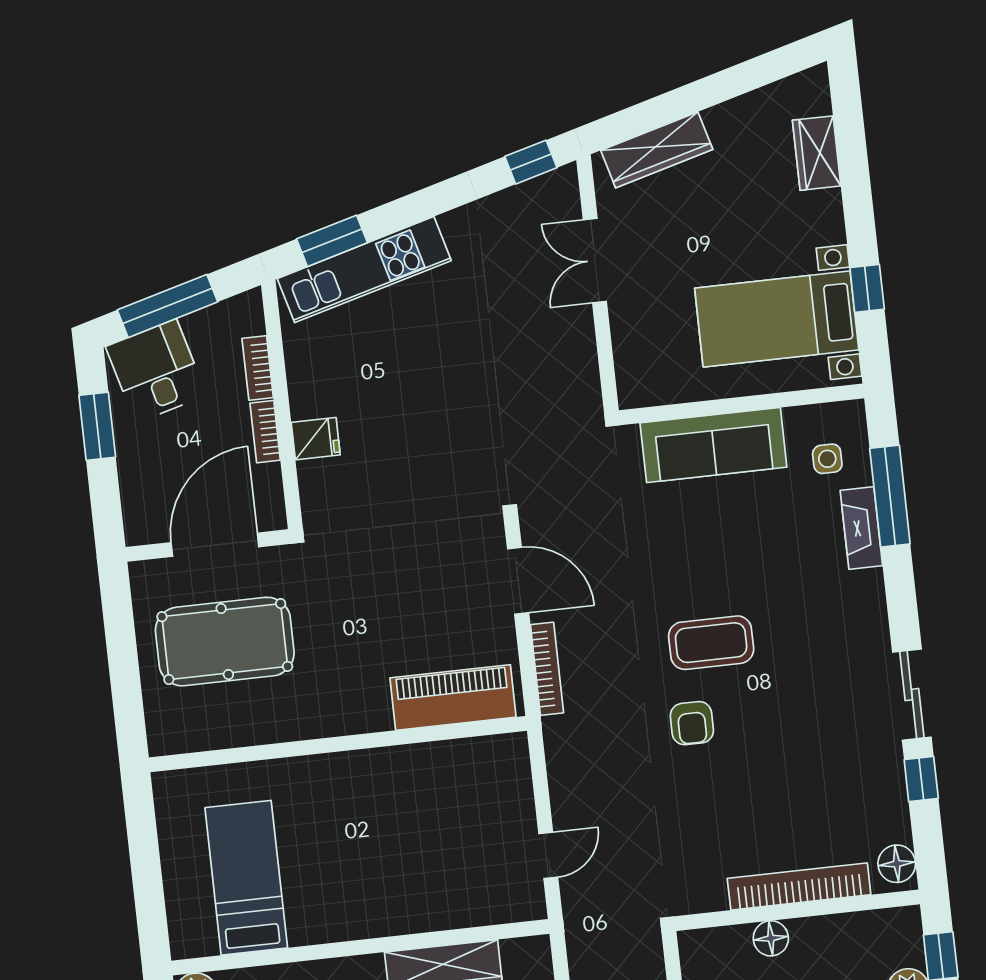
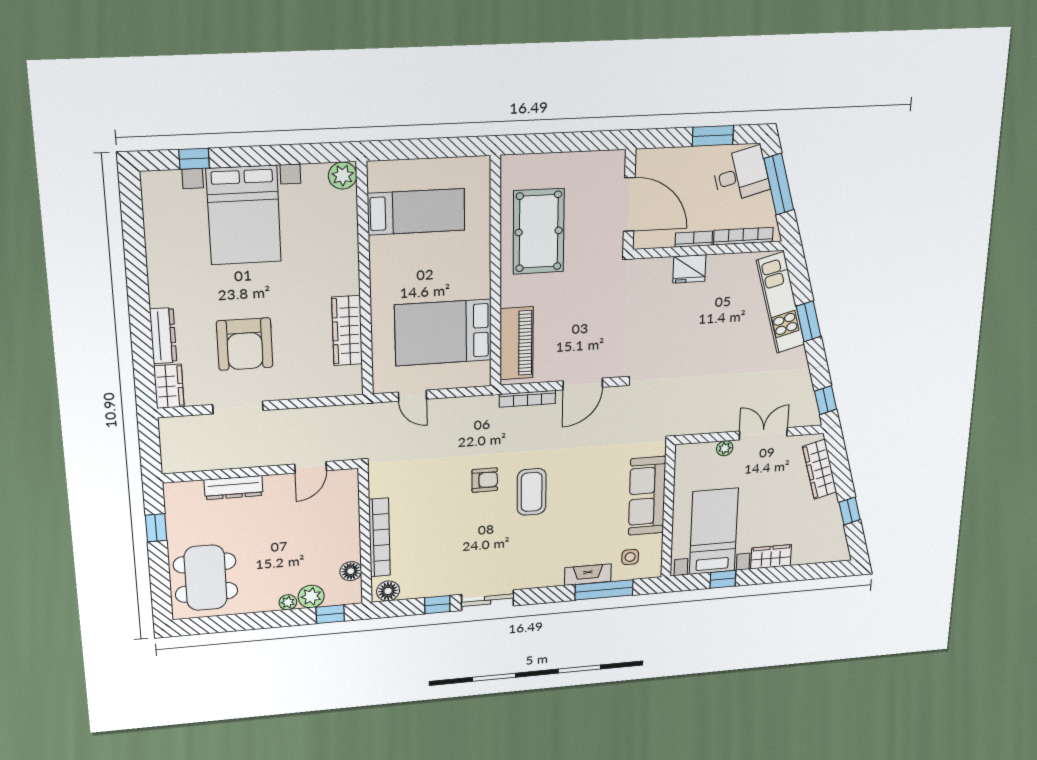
window: (733, 82) -> (850, 511), added
wardrobe: (817, 153) -> (771, 557), moved
window: (332, 241) -> (809, 321), moved
plant: (623, 324) -> (725, 448), added
bookcase: (258, 368) -> (743, 236), width x1.56
fridge: (316, 439) -> (689, 269), width x1.38
pool table: (225, 642) -> (539, 231), moved
armchair: (692, 723) -> (485, 480), turned 180
bed: (440, 817) -> (443, 333), added
floor lamp: (771, 938) -> (351, 571), moved

